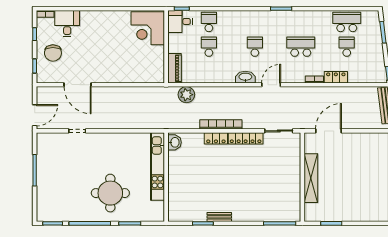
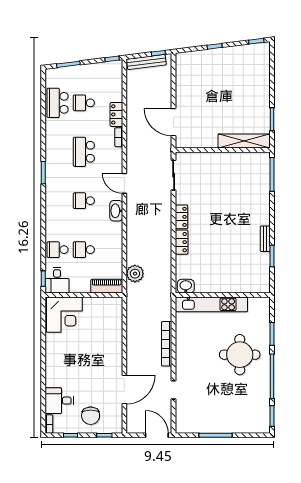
chair: (53, 53) -> (91, 416), turned 90
bookcase: (221, 124) -> (167, 344), moved
locker: (246, 138) -> (182, 217), width x0.66
shelving: (311, 178) -> (244, 141), moved

